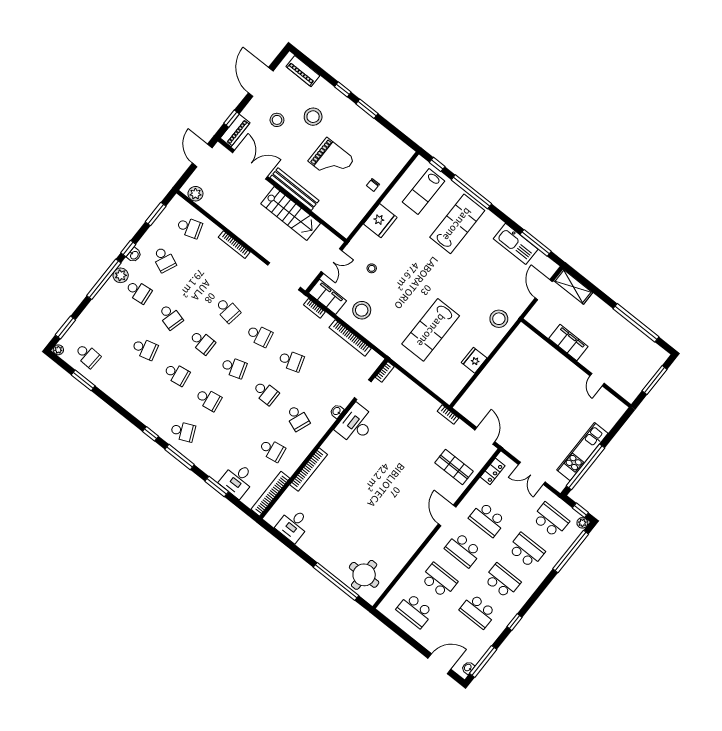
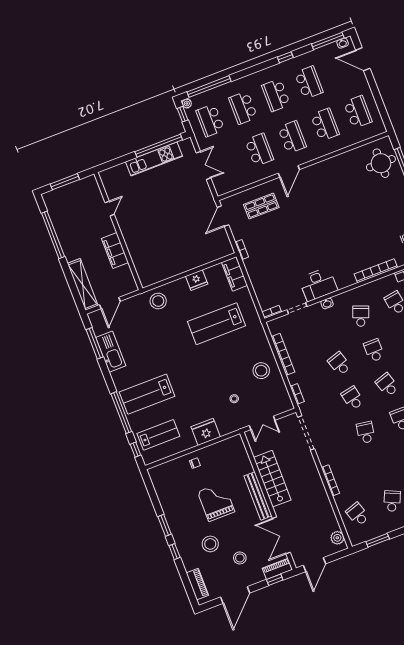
double door: (331, 261) -> (262, 423), swing flipped
shelving: (573, 287) -> (83, 284), width x1.47
filing cabinet: (328, 297) -> (234, 274), moved
lab bench: (431, 330) -> (217, 324), turned 180
shop shelf: (454, 467) -> (261, 206), turned 90
locker: (493, 471) -> (233, 185), removed
school desk: (439, 580) -> (325, 125), turned 180

